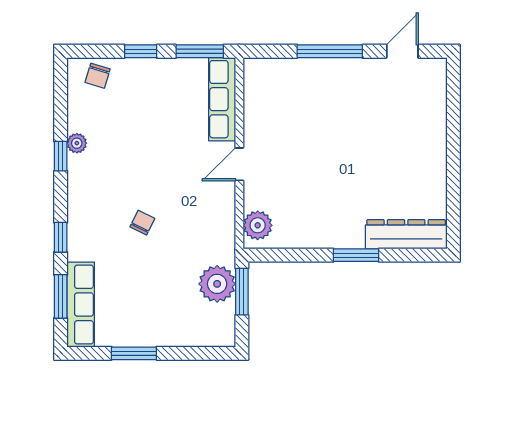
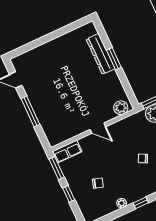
chair: (98, 76) -> (98, 183), moved
row of seats: (222, 99) -> (67, 151), width x0.68
window: (61, 156) -> (141, 203), moved
dresser: (406, 234) -> (101, 54), moved

